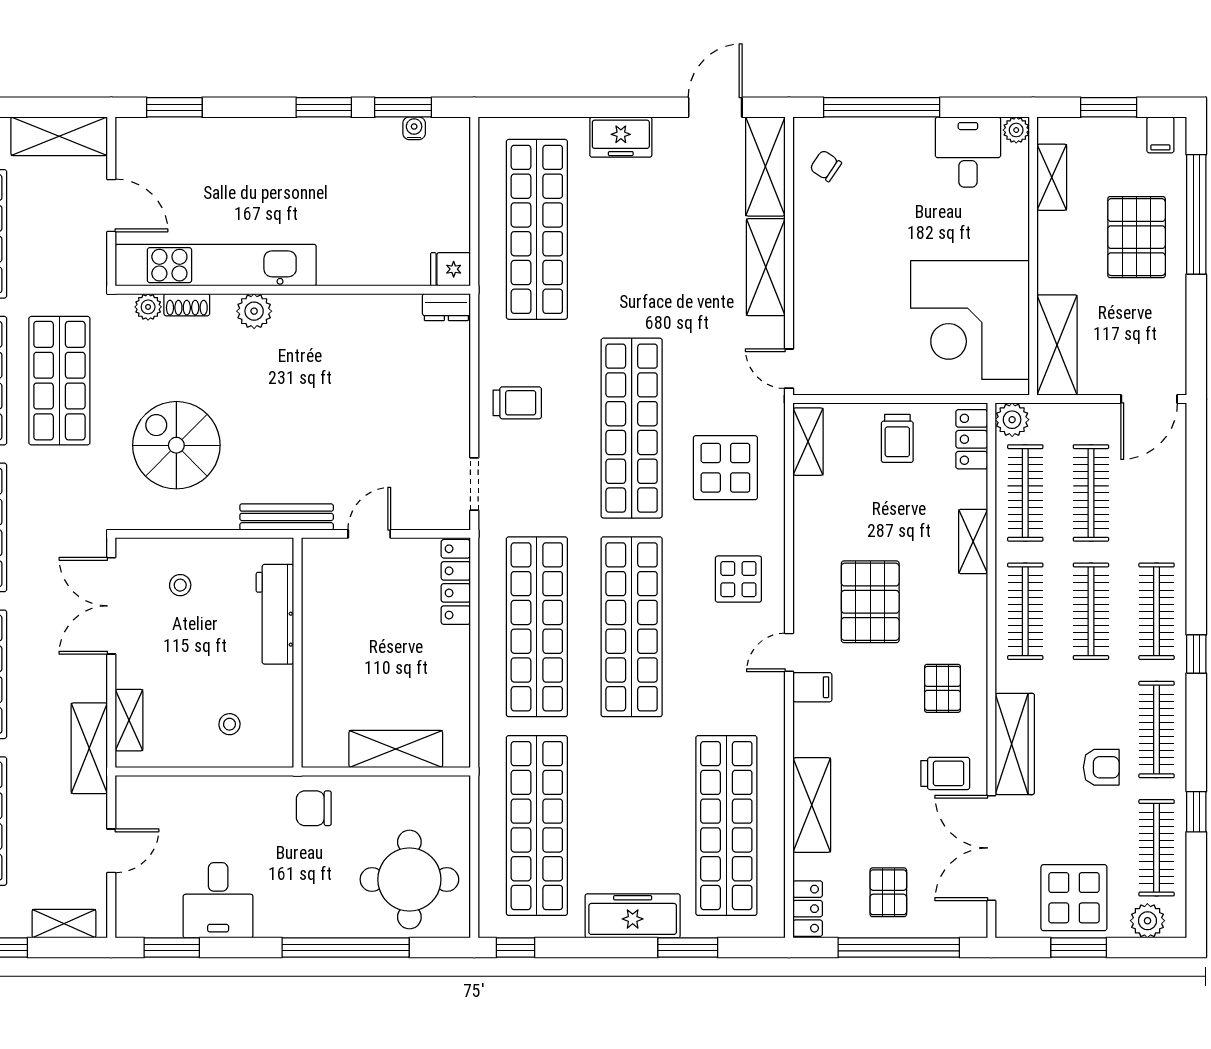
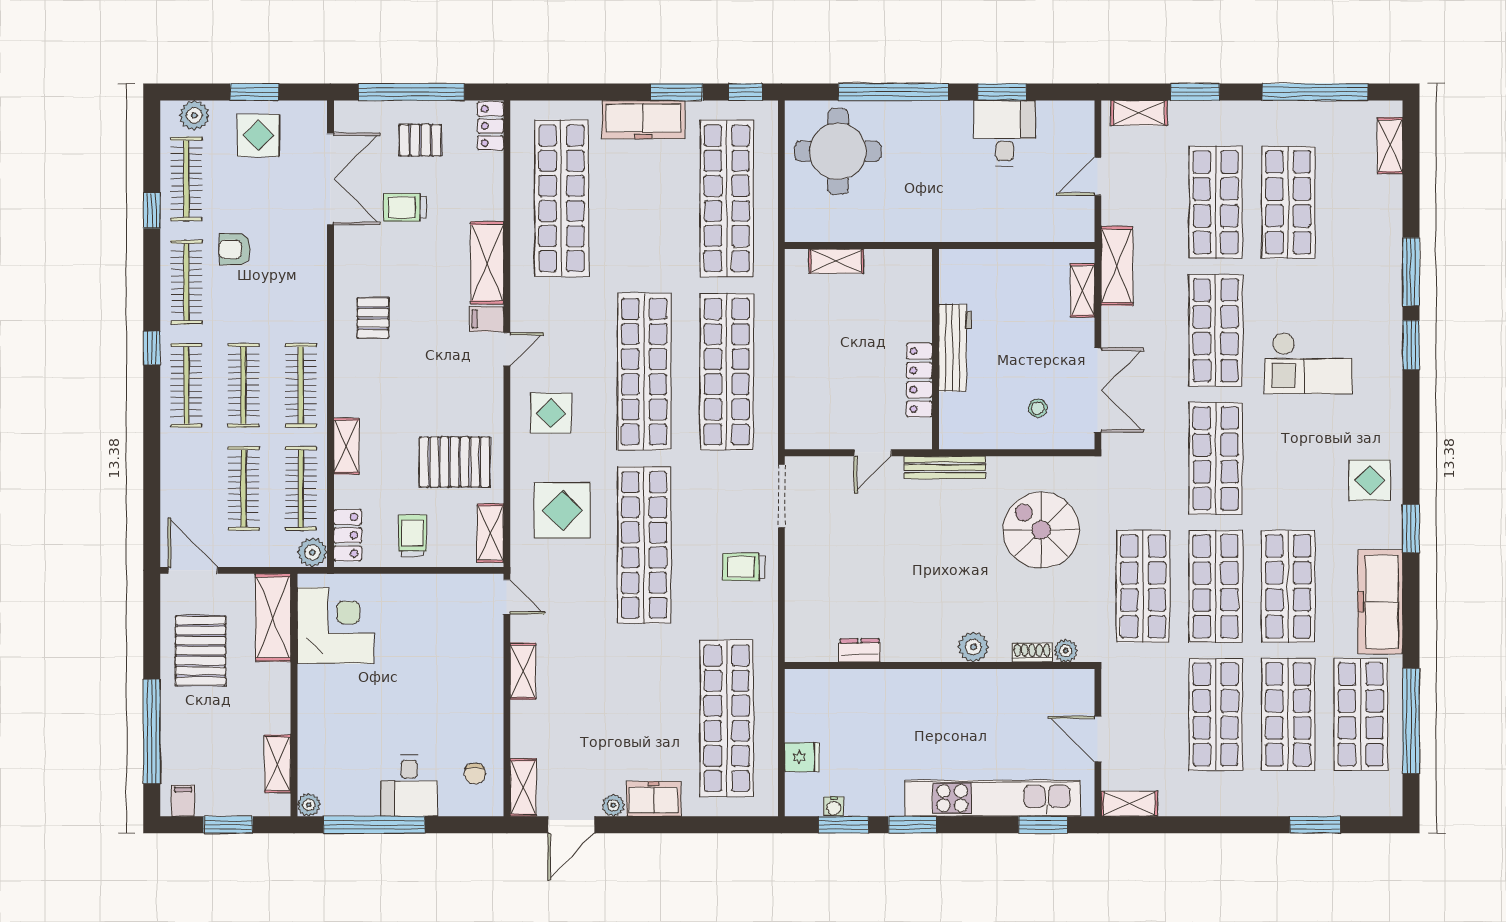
window: (882, 107) -> (374, 825), moved
plant: (667, 130) -> (613, 805), added
shelving: (59, 136) -> (1129, 804), width x0.67, depth x0.75
desk: (968, 152) -> (409, 786), moved
shelving: (765, 166) -> (523, 788), width x0.67, depth x0.75
chair: (826, 166) -> (475, 774), turned 56
pallet: (1137, 237) -> (200, 651), moved
kitchen unit: (216, 265) -> (993, 798), moved, turned 180
shelving: (766, 267) -> (523, 671), width x0.67, depth x0.75
fridge: (450, 269) -> (802, 757), moved
dresser: (446, 307) -> (860, 650), moved
corner desk: (970, 320) -> (335, 625), width x0.74, depth x0.74
door: (1149, 399) -> (193, 570), hinge flipped
spiral stairs: (176, 445) -> (1041, 530), turned 180
doorway: (474, 484) -> (781, 496), width x1.38
locker: (456, 582) -> (919, 380), moved, turned 180
pallet: (870, 602) -> (455, 462), moved, turned 90
workbench: (275, 614) -> (955, 348), moved
stool: (229, 724) -> (995, 287), removed
wardrobe: (1015, 744) -> (310, 270), removed
shelving: (396, 749) -> (836, 261), width x0.67, depth x0.75
trolley: (945, 773) -> (405, 207), moved
shelving: (812, 805) -> (487, 263), moved
chair: (314, 808) -> (921, 213), removed
pallet: (888, 892) -> (420, 140), turned 90
display table: (1074, 898) -> (258, 135), width x0.73, depth x0.73
window: (172, 948) -> (1002, 92), moved
window: (688, 948) -> (676, 92), moved

